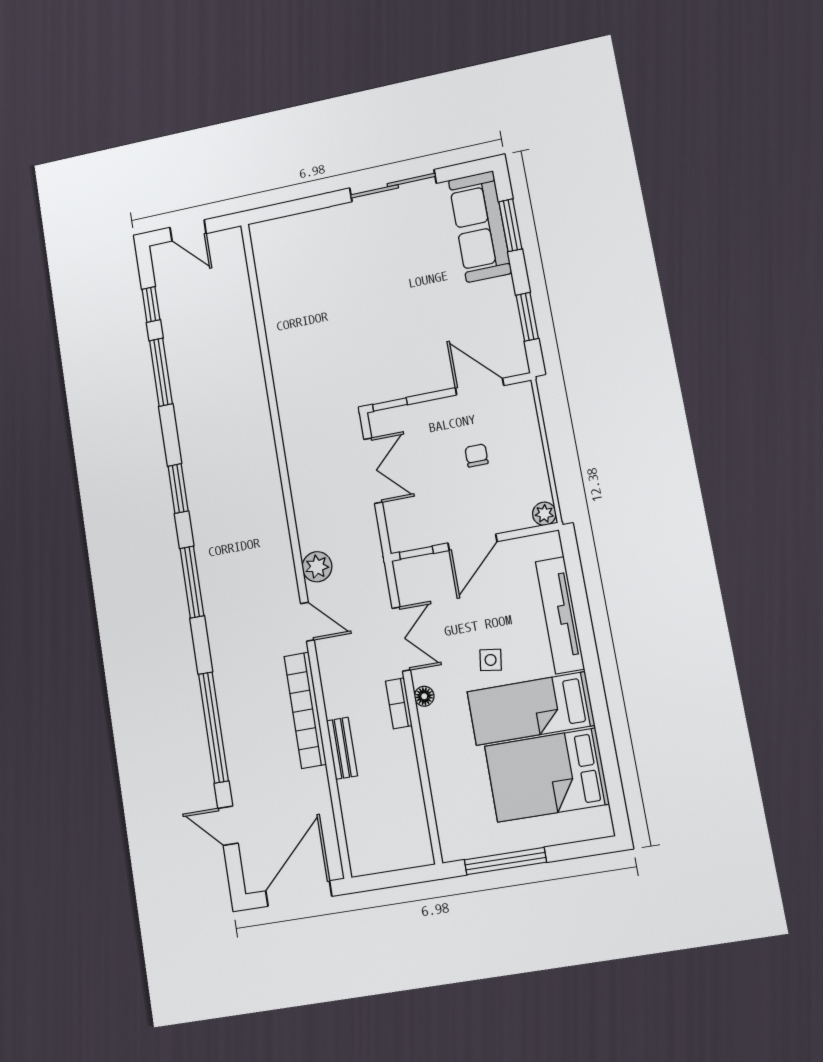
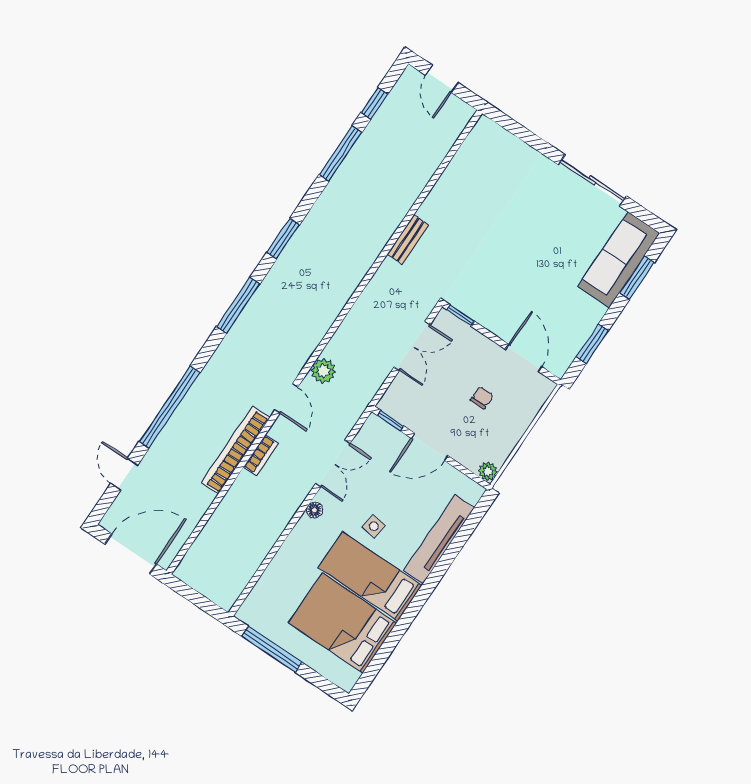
bookcase: (399, 703) -> (261, 455), moved, turned 180
bench: (342, 748) -> (408, 240), moved

